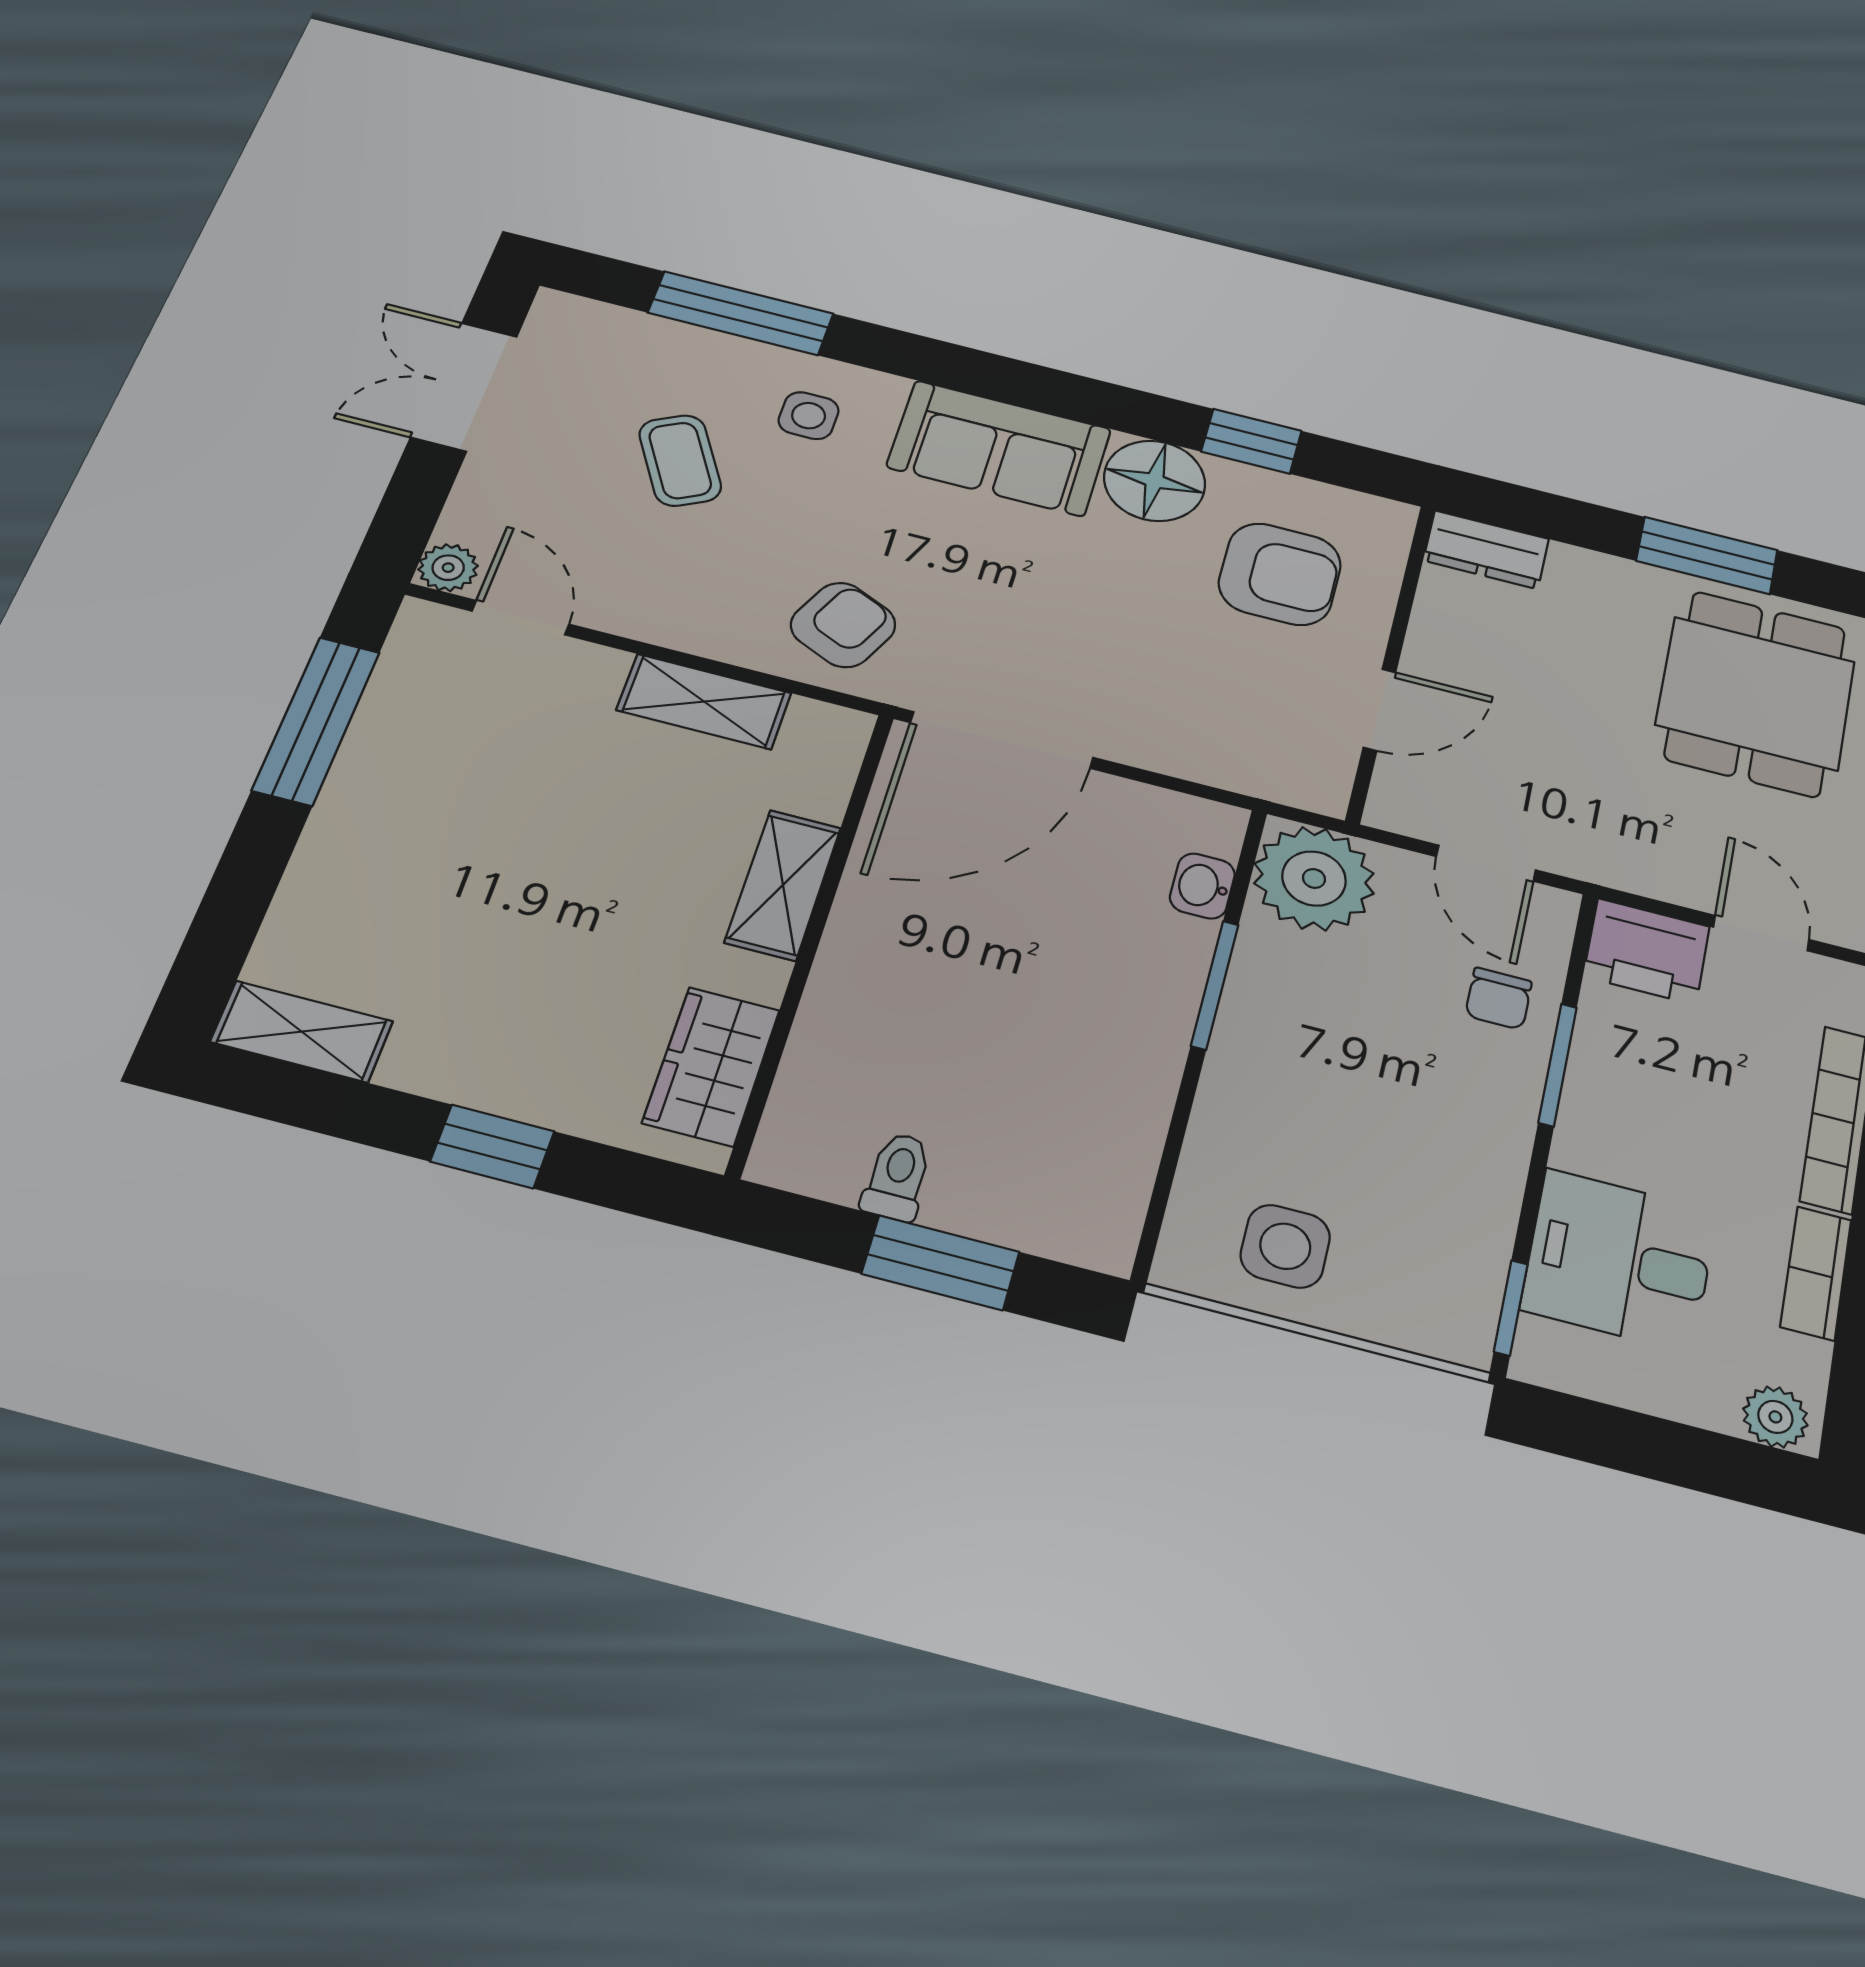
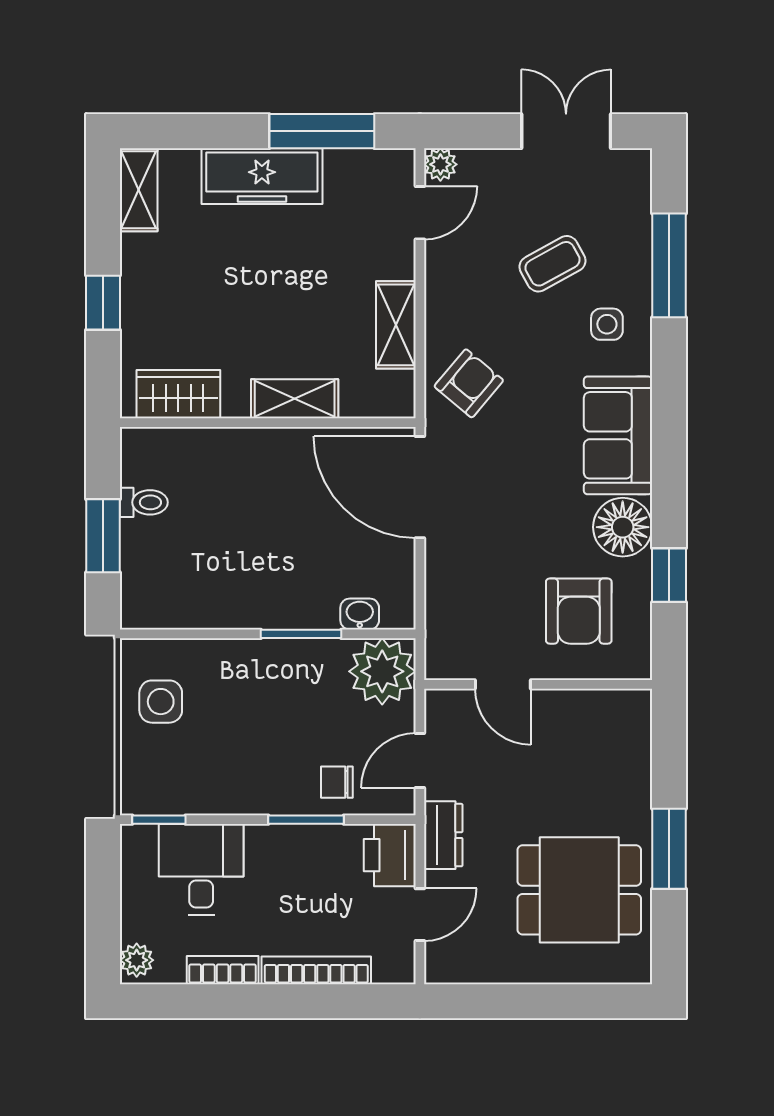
dresser: (1486, 550) -> (443, 835), moved, turned 180
armchair: (843, 625) -> (469, 383), turned -75
freezer: (358, 831) -> (262, 176), added

